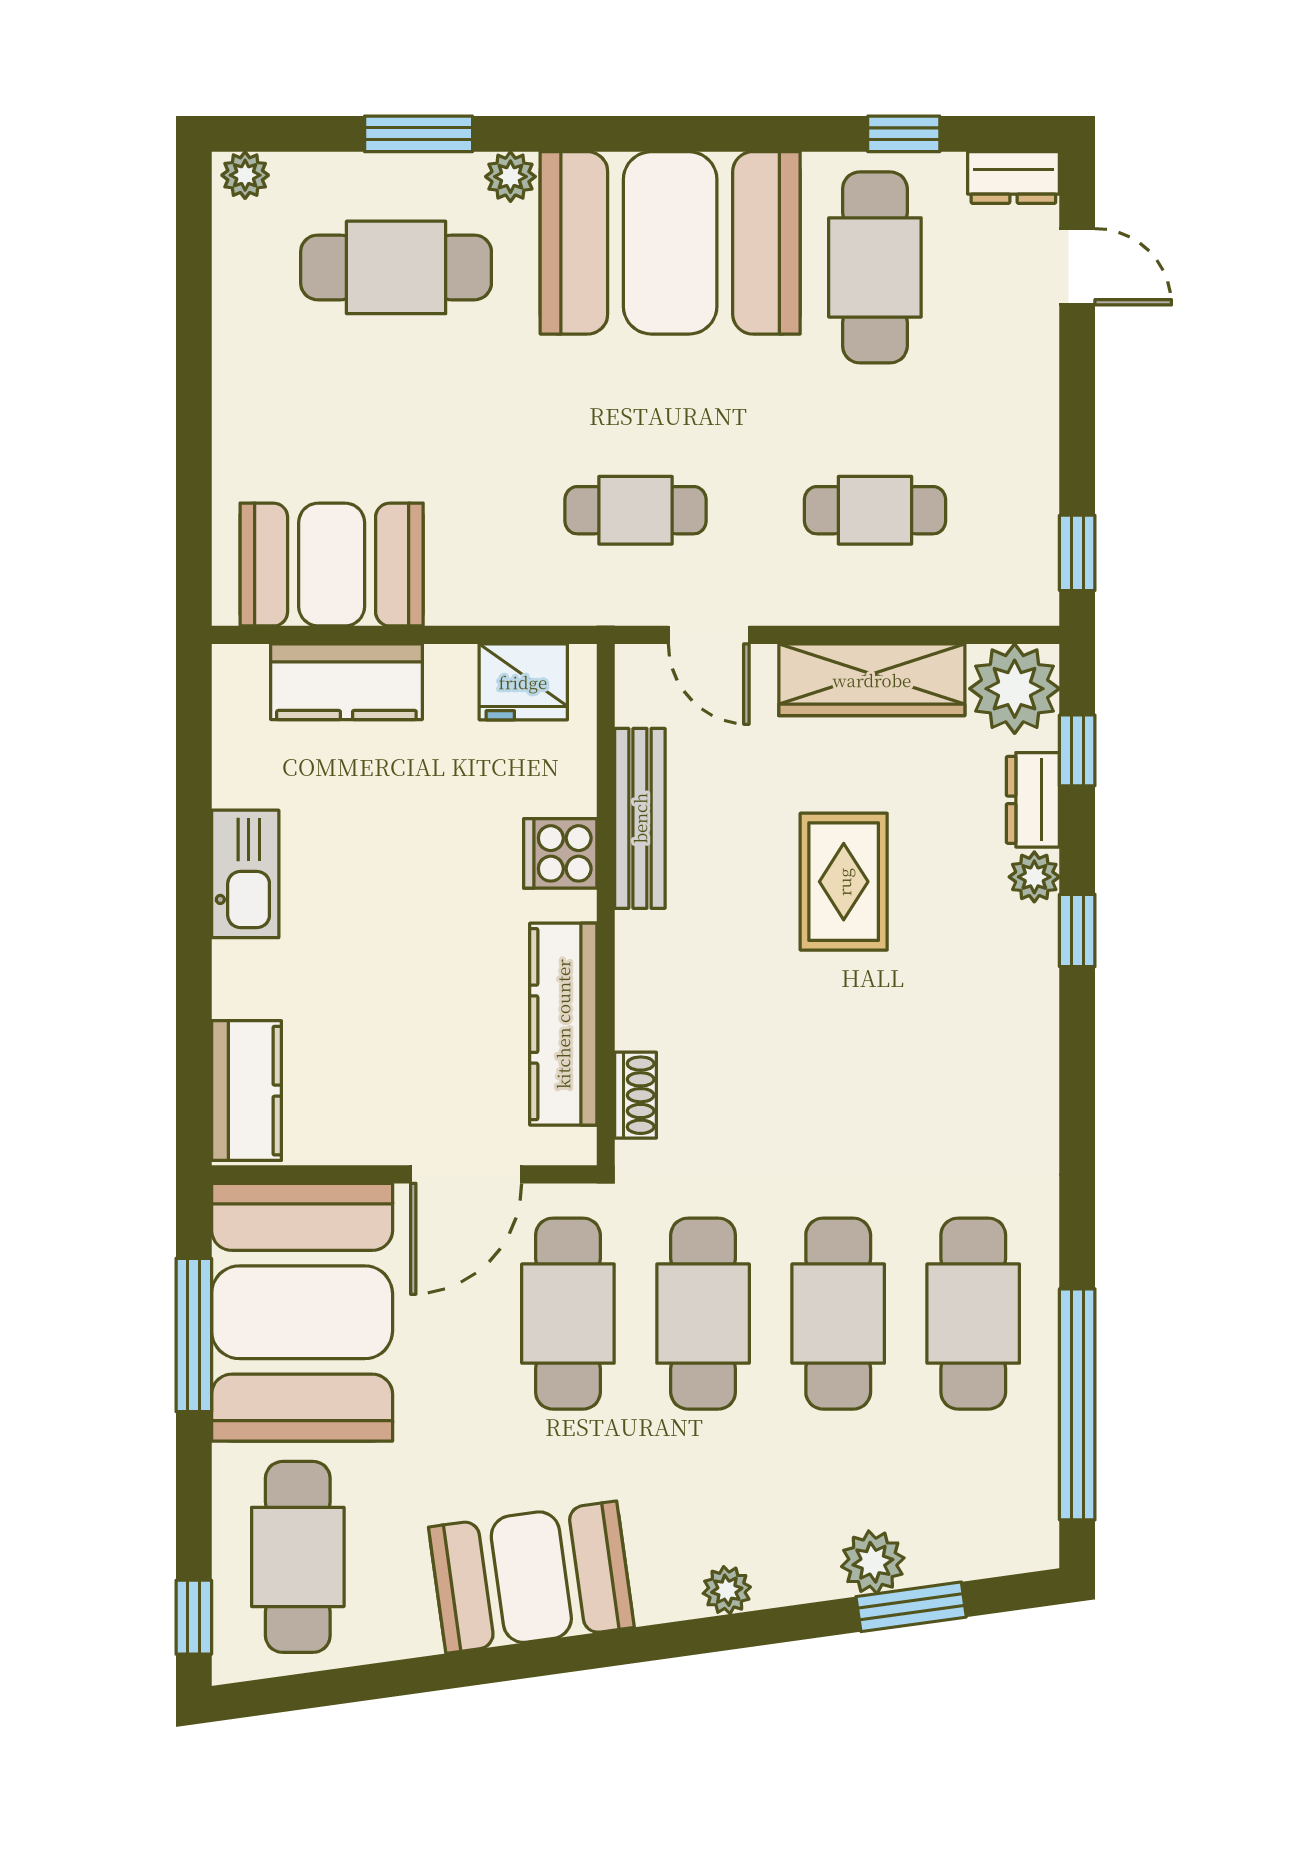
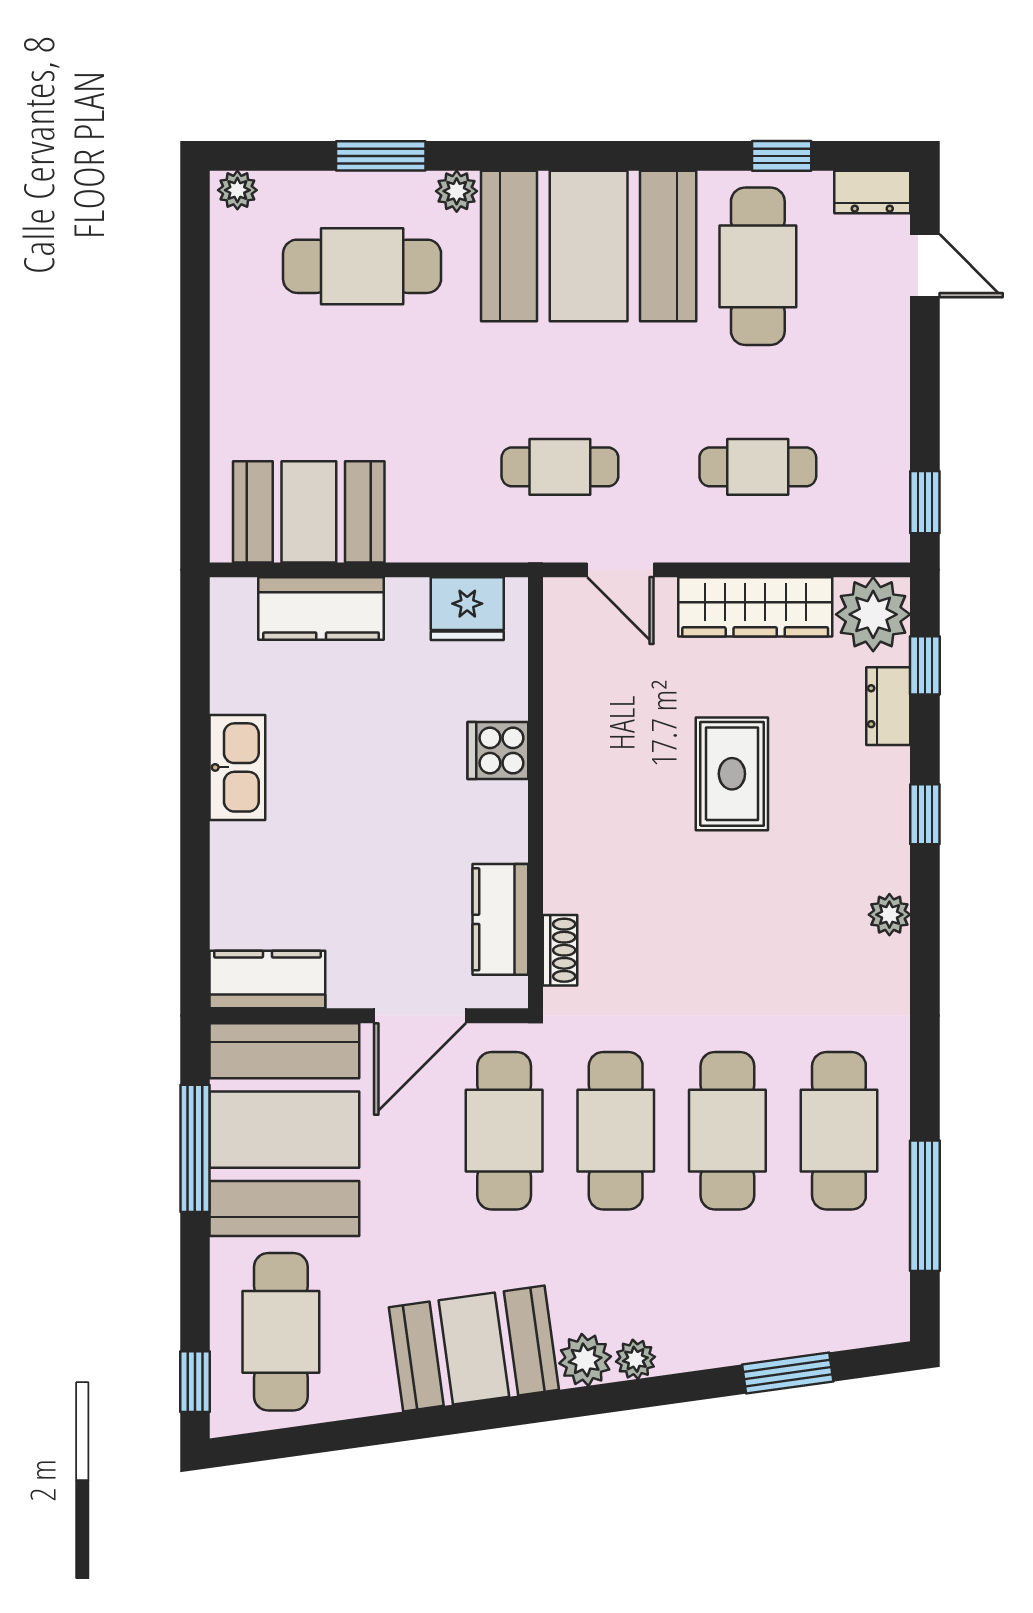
bench: (640, 818) -> (564, 722), removed
plant: (1034, 877) -> (889, 915), moved
kitchen counter: (563, 1024) -> (500, 919), width x0.67
kitchen counter: (247, 1091) -> (267, 979), moved, turned -90
window: (1077, 1404) -> (925, 1206), width x0.68
plant: (873, 1562) -> (585, 1360), moved

